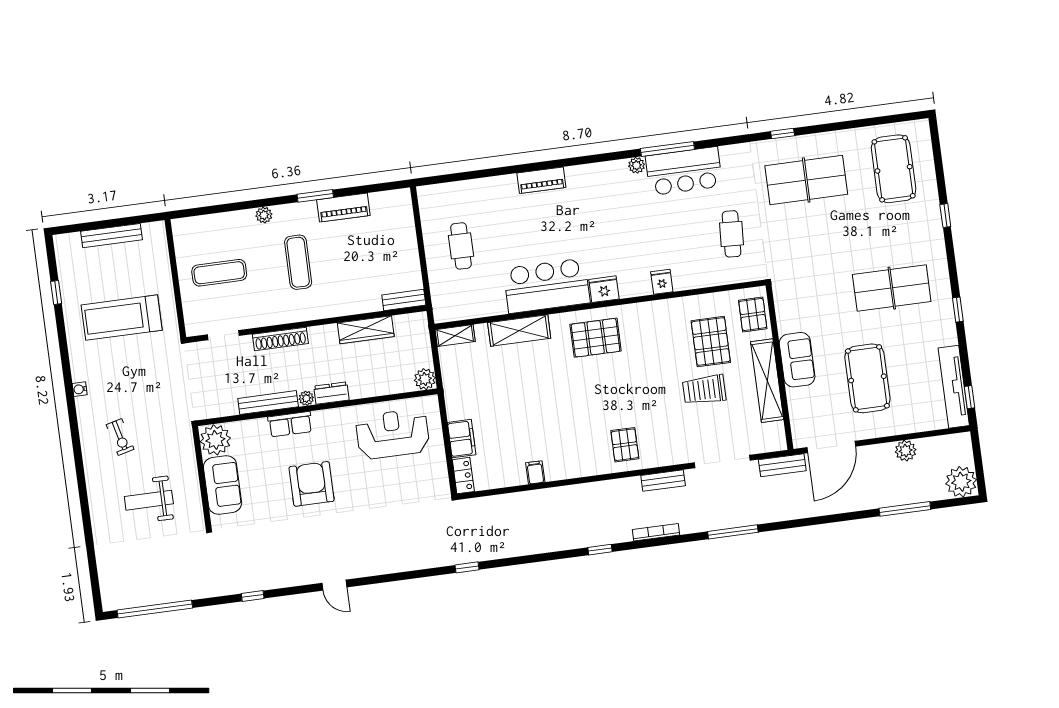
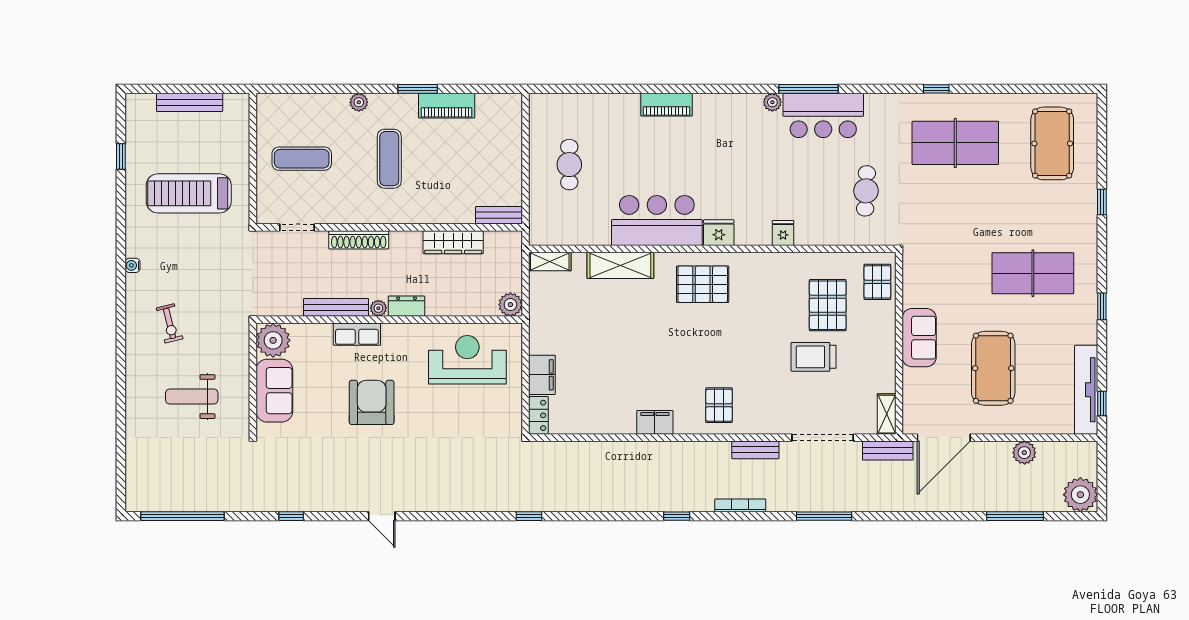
shelving: (767, 381) -> (887, 414), moved, width x0.45, depth x0.75
filing cabinet: (535, 472) -> (655, 422), moved, width x2.00

